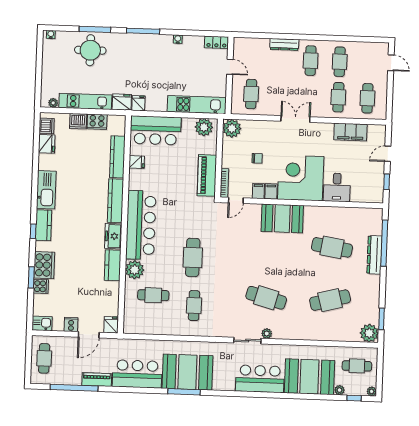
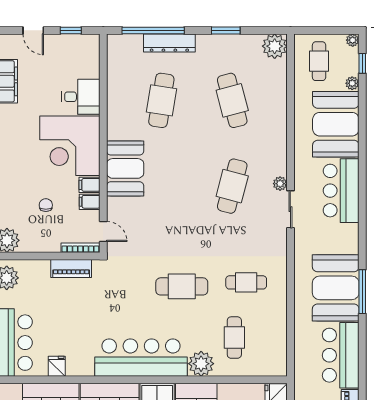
piano: (207, 175) -> (71, 268), width x0.73, depth x0.75
window: (382, 319) -> (226, 30), moved

